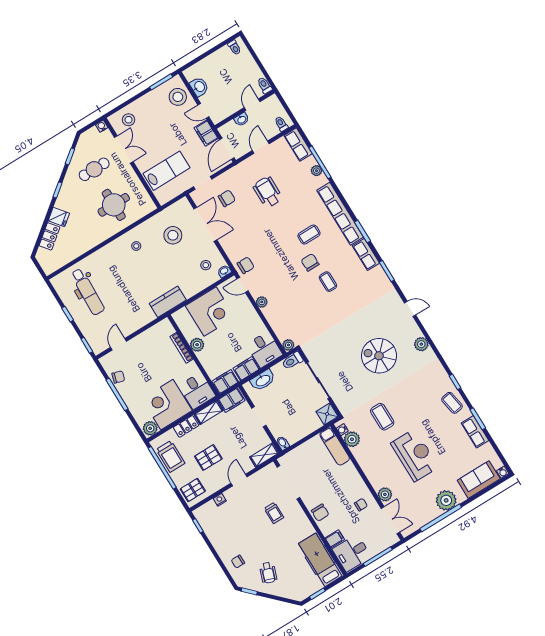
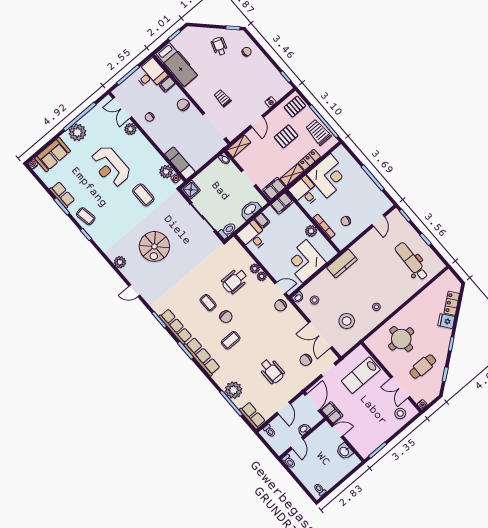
stool: (178, 97) -> (361, 440), removed
plant: (316, 171) -> (233, 390), width x1.88, depth x1.88
row of seats: (340, 214) -> (202, 357), width x0.73
row of seats: (366, 254) -> (175, 326), width x1.48
wheelchair: (293, 302) -> (235, 281), added
plant: (288, 345) -> (255, 268), moved
spiral stairs: (379, 356) -> (154, 246), turned 90
filing cabinet: (246, 369) -> (262, 220), width x0.50
chair: (118, 377) -> (346, 221), moved
plant: (150, 428) -> (340, 153), removed

